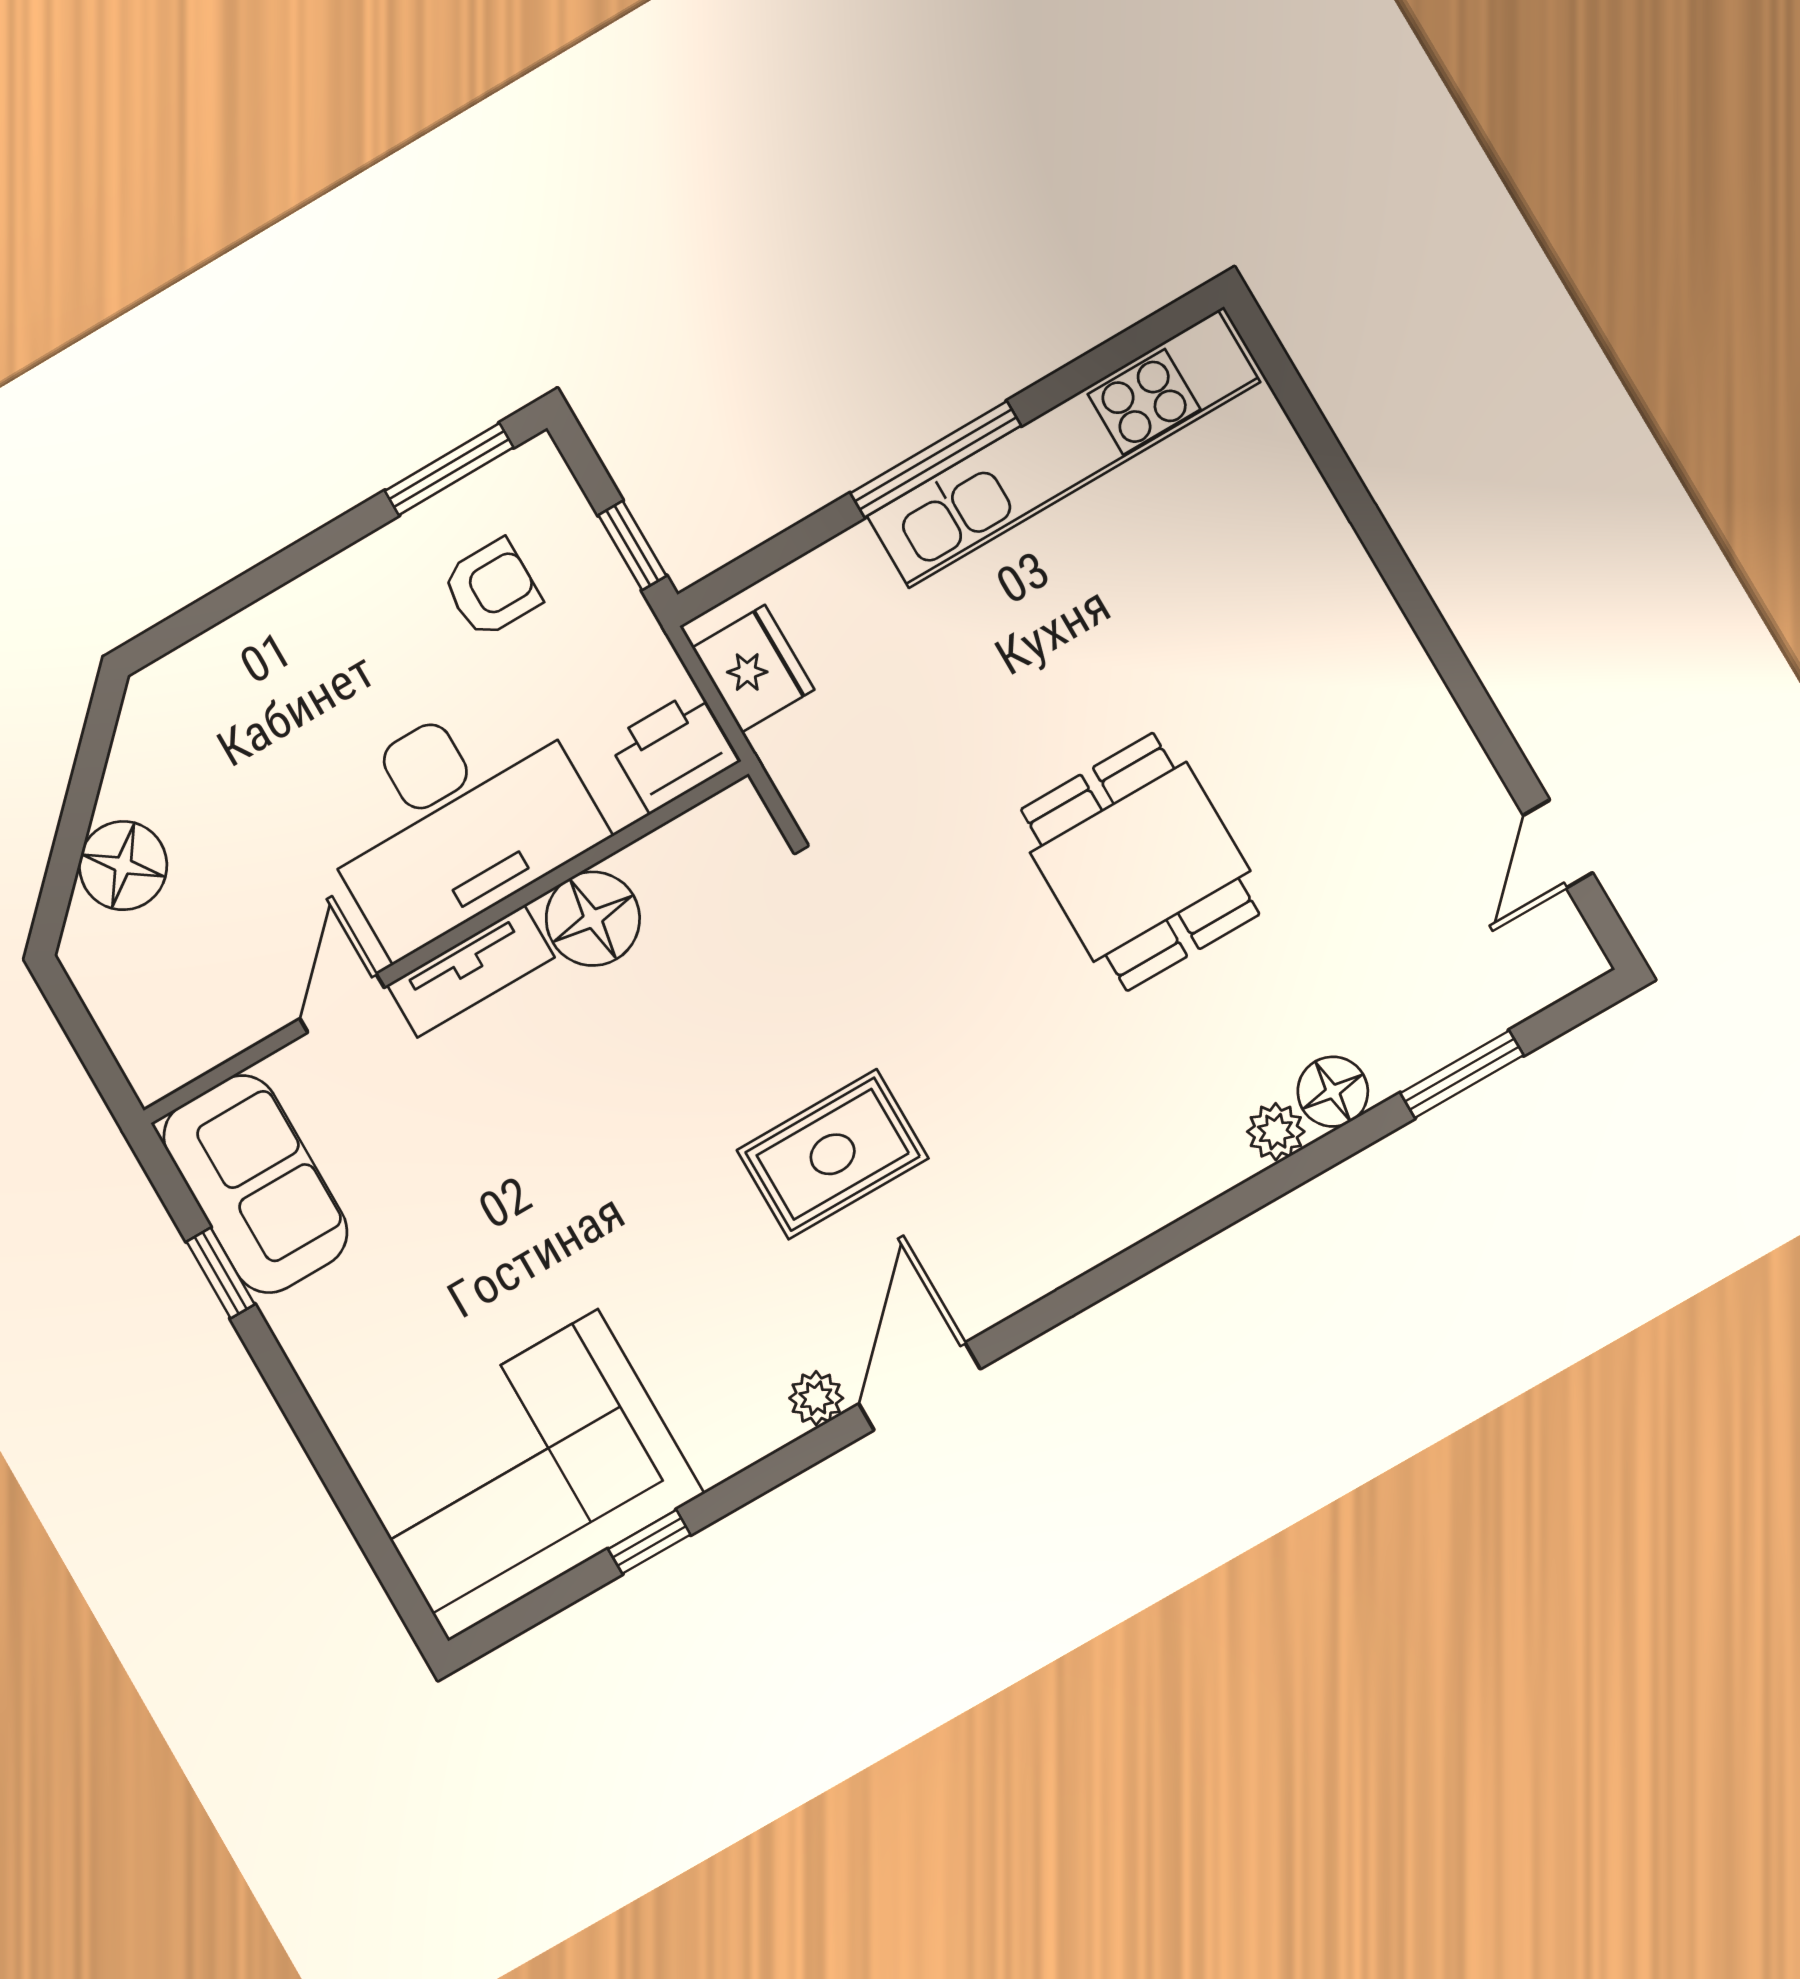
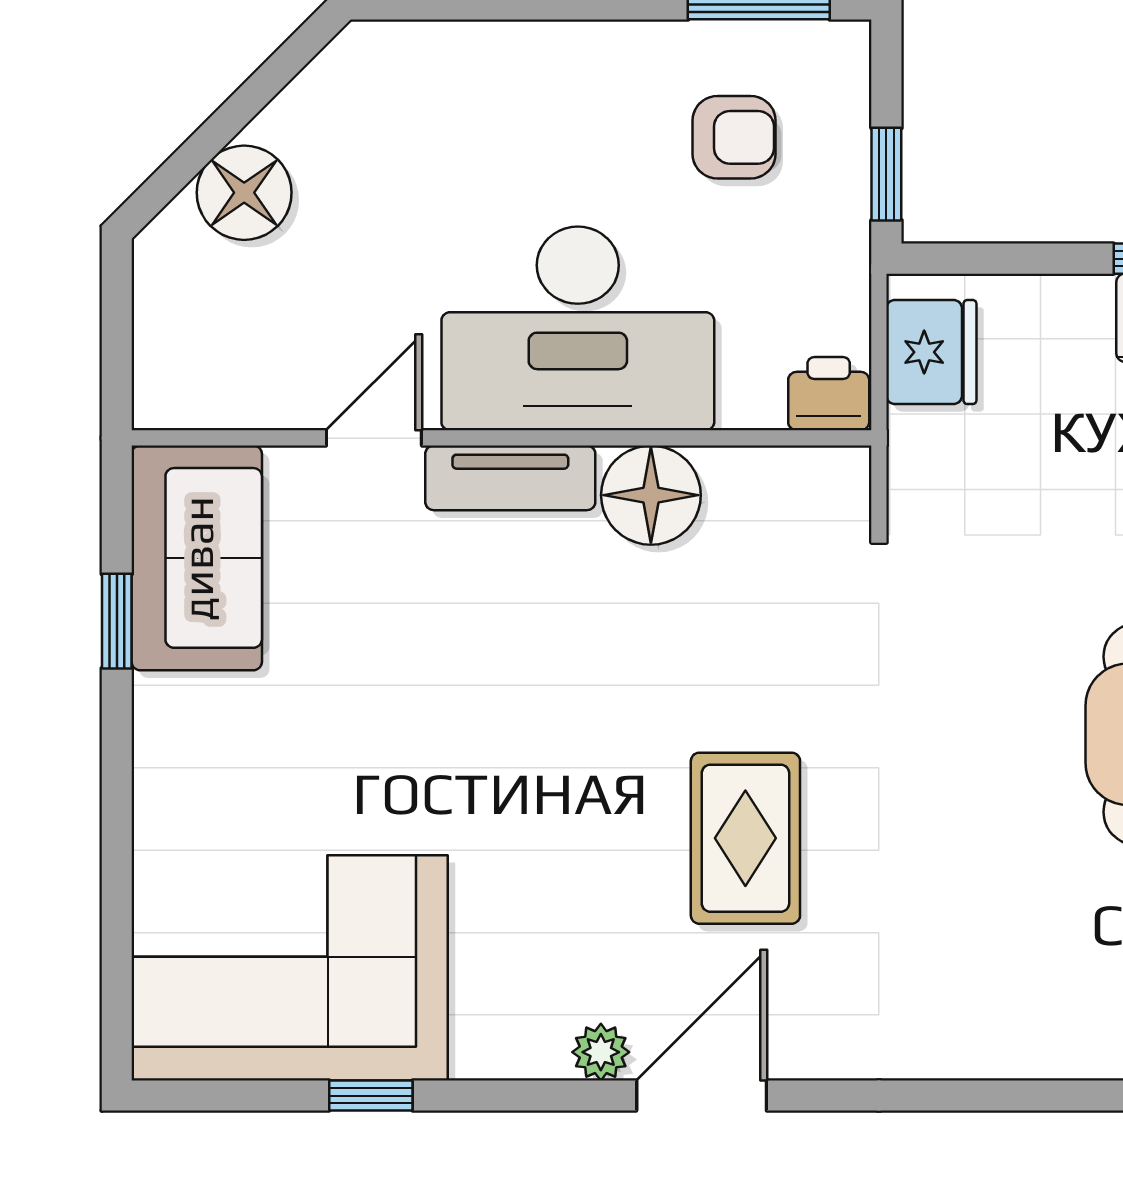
printer: (673, 751) -> (829, 394), width x0.73, depth x0.81
rug: (833, 1154) -> (745, 838), turned 90

